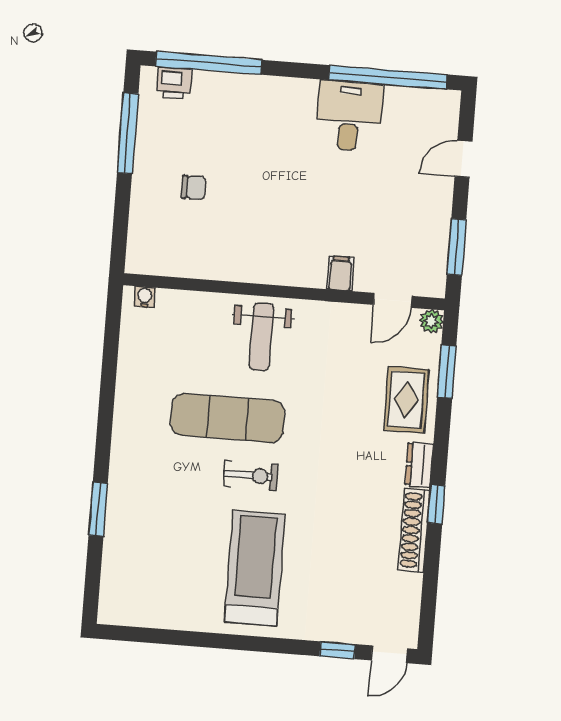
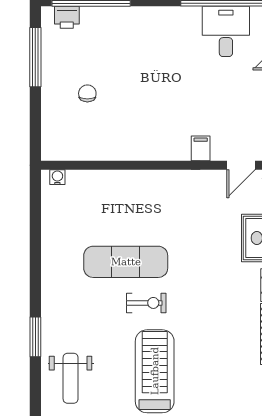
desk: (349, 116) -> (226, 31), moved
chair: (194, 188) -> (87, 93), turned -90
weight bench: (261, 337) -> (71, 378), moved

